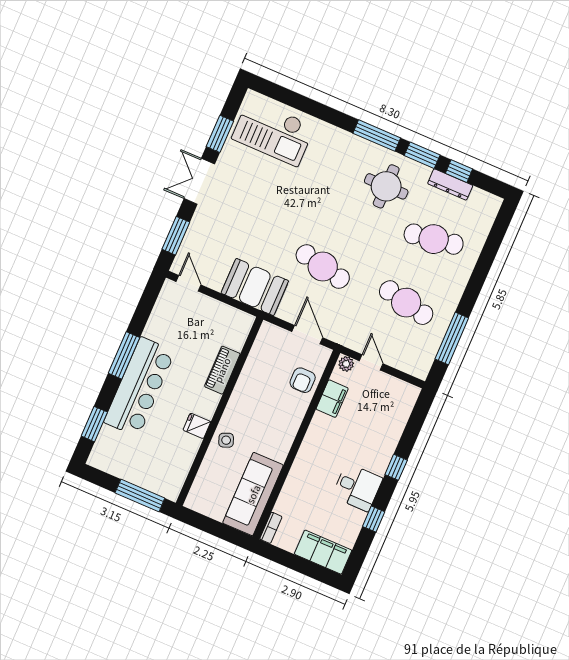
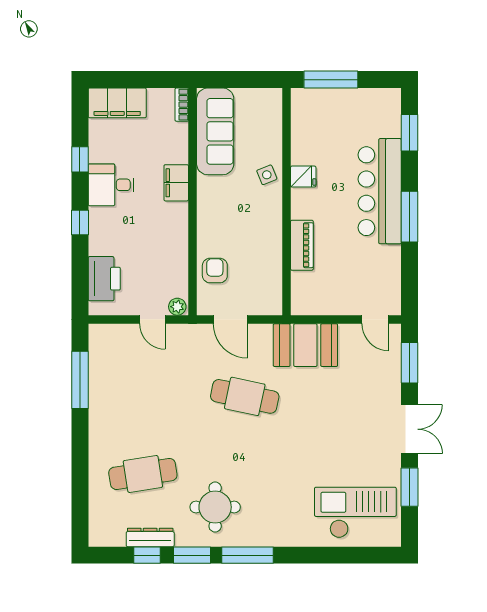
cafe table: (406, 303) -> (143, 396), removed
filing cabinet: (332, 399) -> (176, 183), moved
printer: (396, 413) -> (104, 279), added

